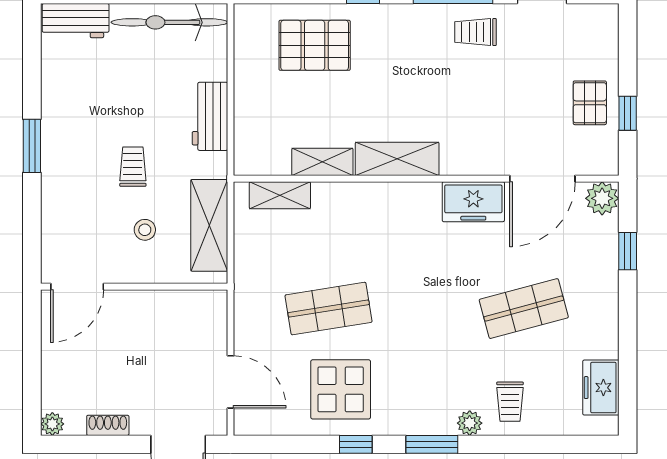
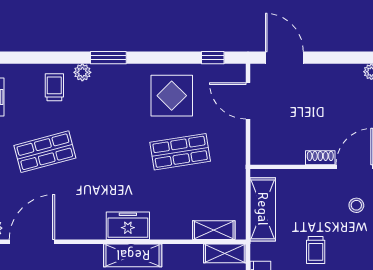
shelving: (322, 162) -> (225, 253), moved
freezer: (473, 202) -> (128, 226), moved
stool: (145, 230) -> (356, 205), moved
shoe rack: (108, 425) -> (320, 158), moved, turned 180
window: (356, 444) -> (213, 58), moved

